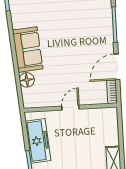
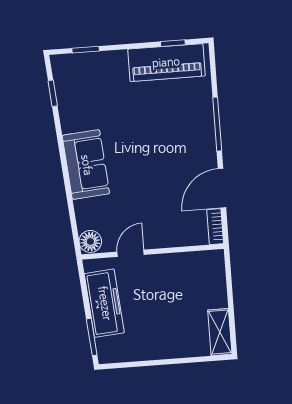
floor lamp: (27, 80) -> (90, 241), moved
door: (70, 108) -> (131, 253), moved

